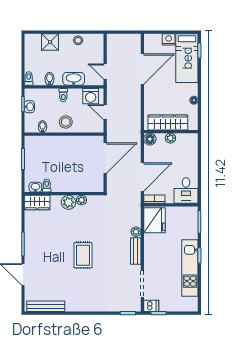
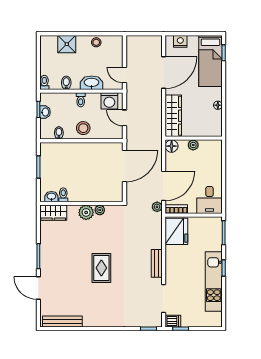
nightstand: (169, 39) -> (180, 41), moved
wardrobe: (168, 122) -> (173, 116), moved, turned 90
plant: (136, 232) -> (157, 207), moved

